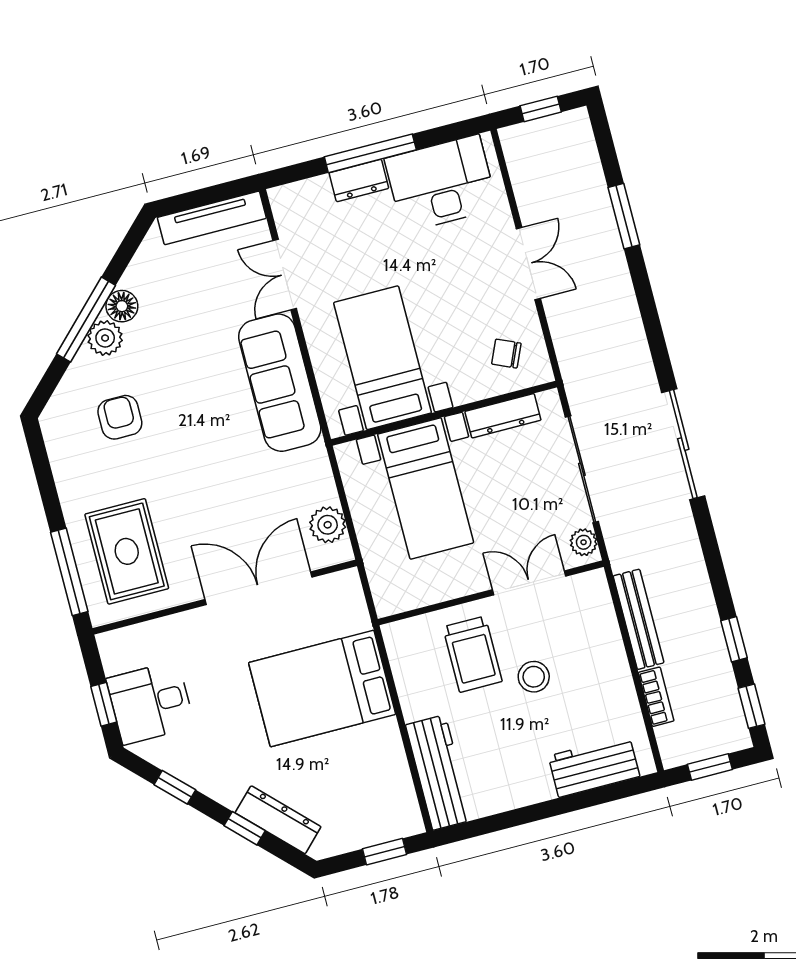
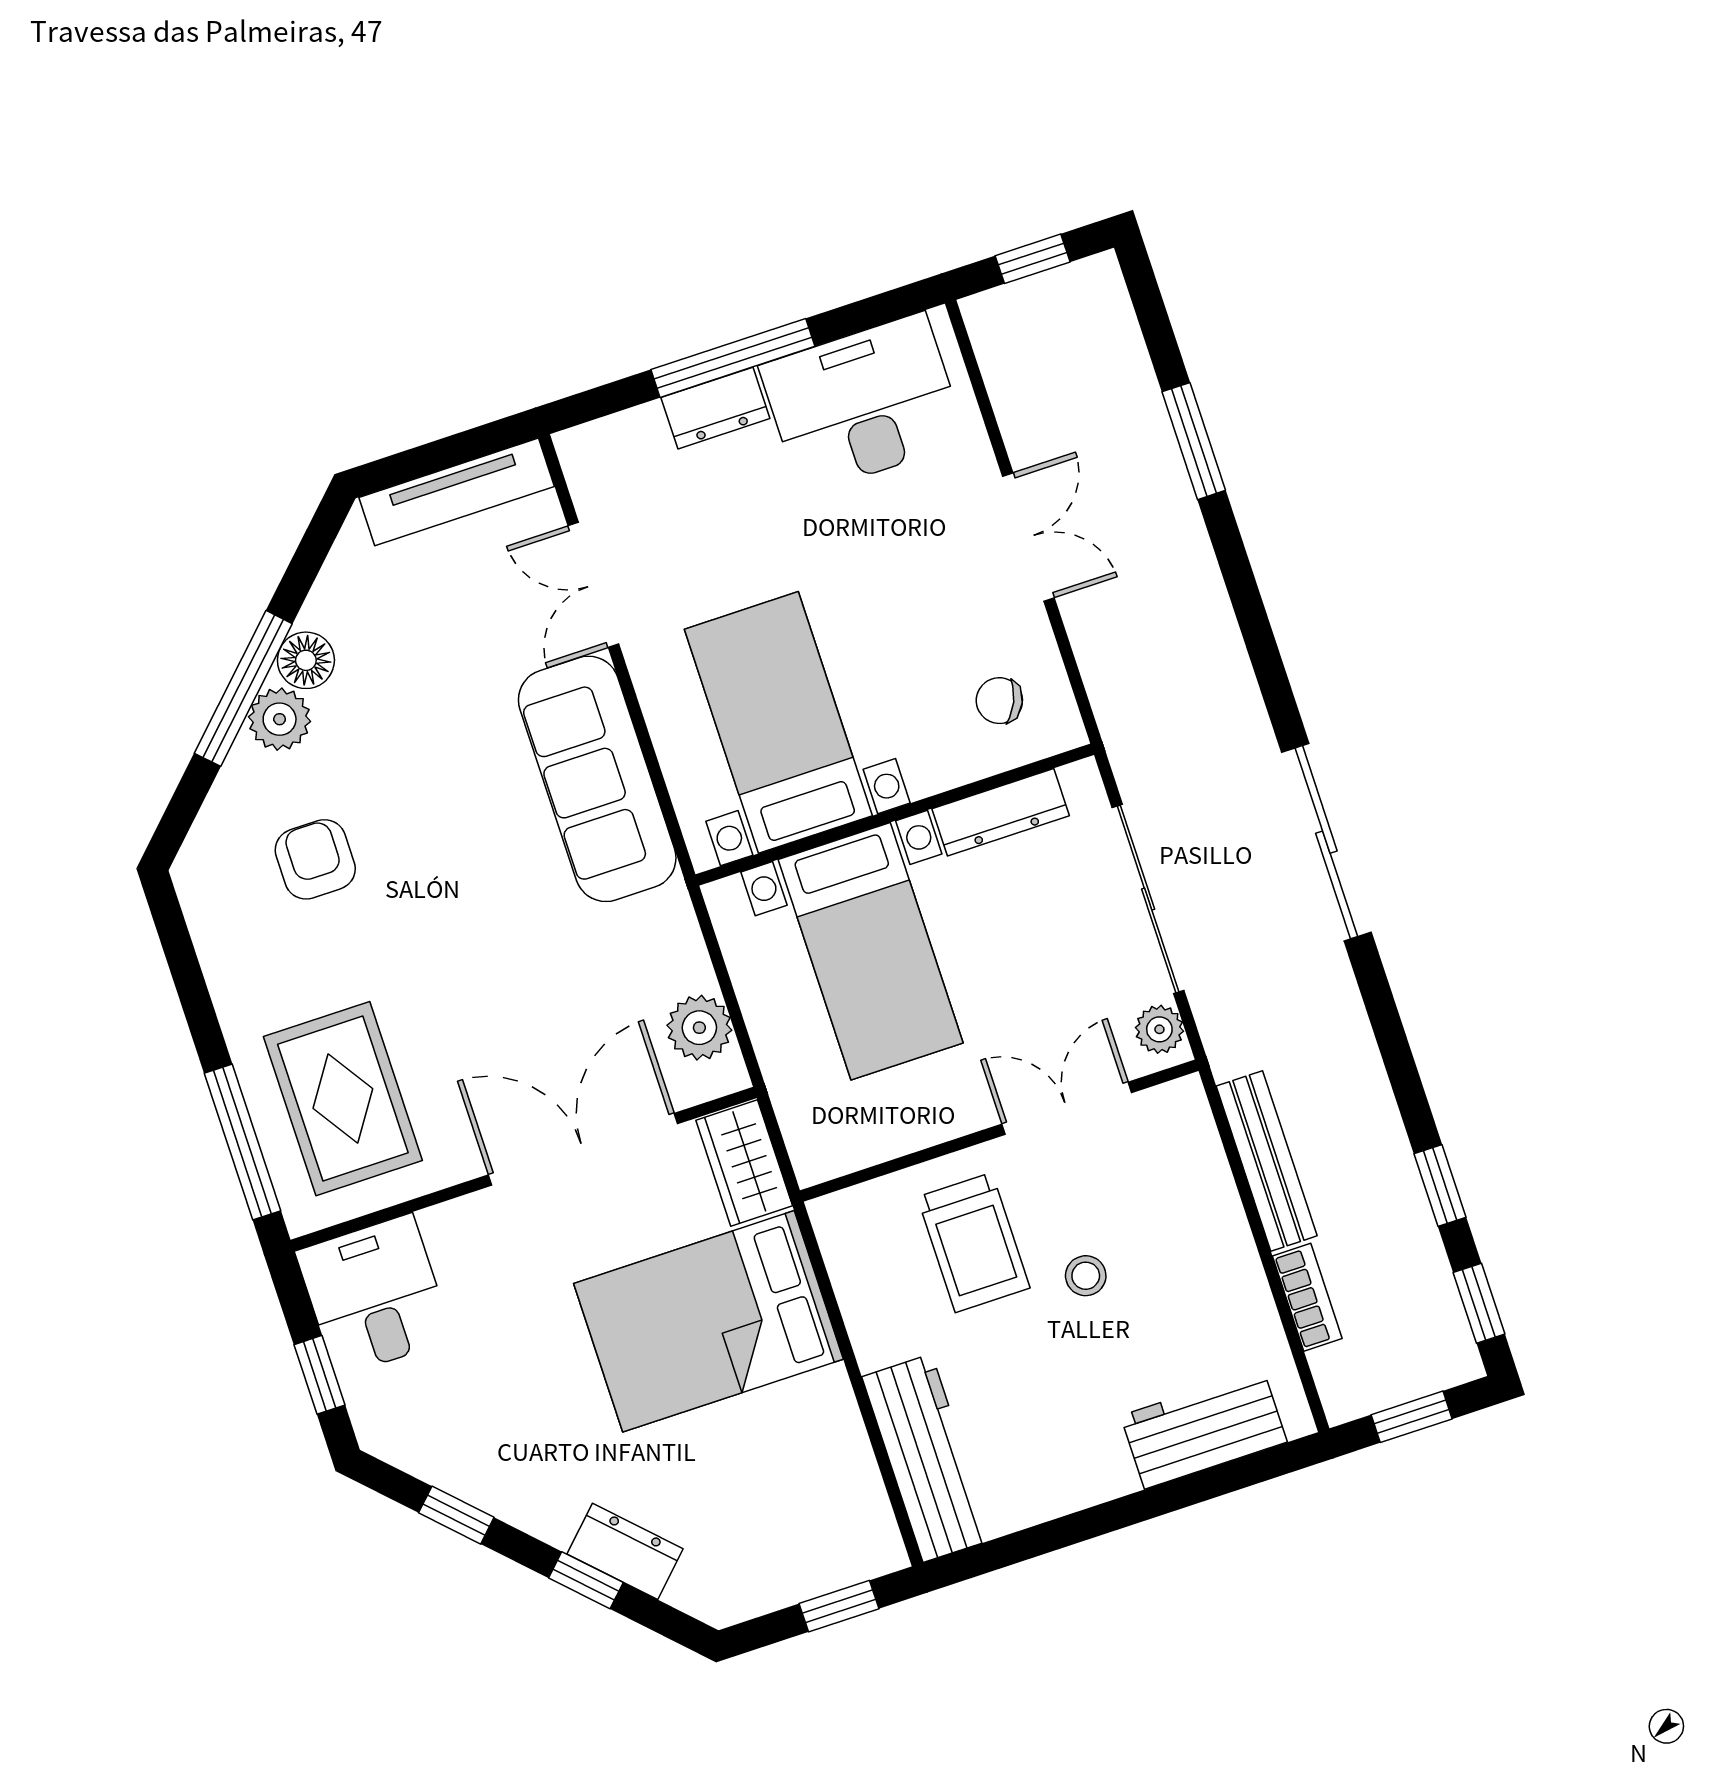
wardrobe: (348, 602) -> (744, 1163), added
stool: (534, 677) -> (1086, 1276), width x0.73, depth x0.73
desk: (151, 703) -> (374, 1295), moved, turned 90
dresser: (278, 820) -> (625, 1551), width x0.70

